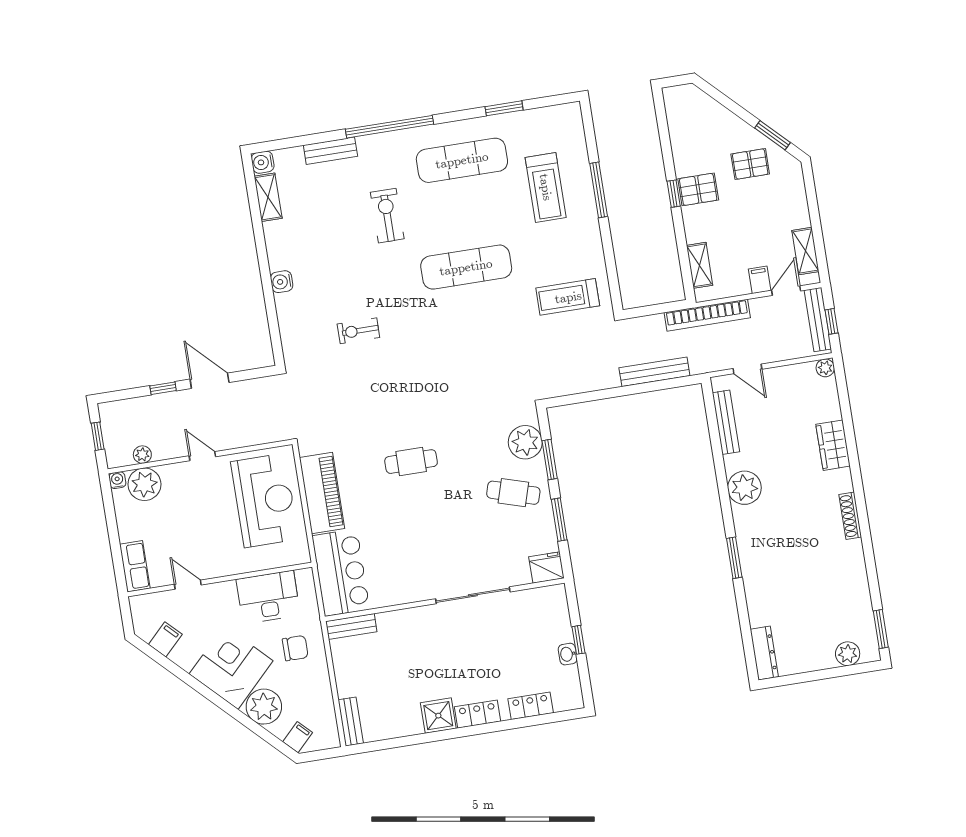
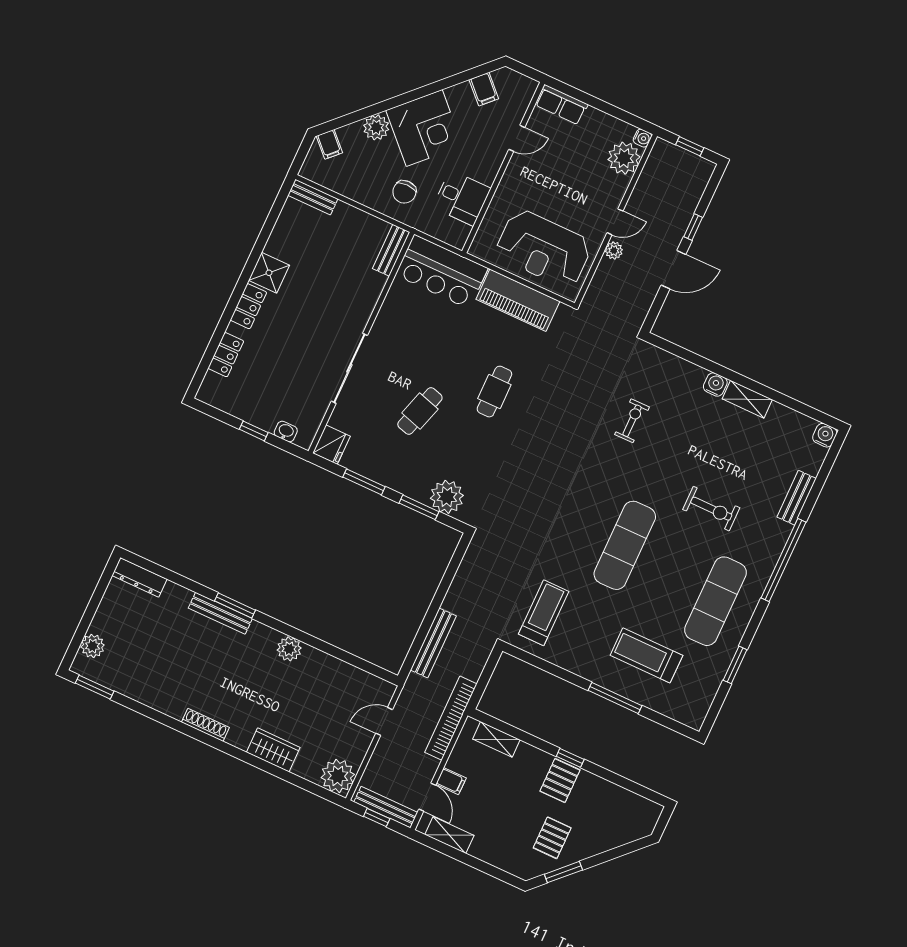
shelving: (268, 197) -> (747, 399), moved
plant: (825, 368) -> (338, 776), width x1.87, depth x1.87
bench: (726, 422) -> (220, 613), moved
plant: (142, 455) -> (614, 251), moved
plant: (744, 488) -> (289, 649), width x0.73, depth x0.73
cafe table: (513, 493) -> (420, 411), moved
desk: (268, 597) -> (462, 198), width x0.73
washbasin: (568, 654) -> (286, 432), moved
plant: (264, 707) -> (376, 127), width x0.73, depth x0.73

